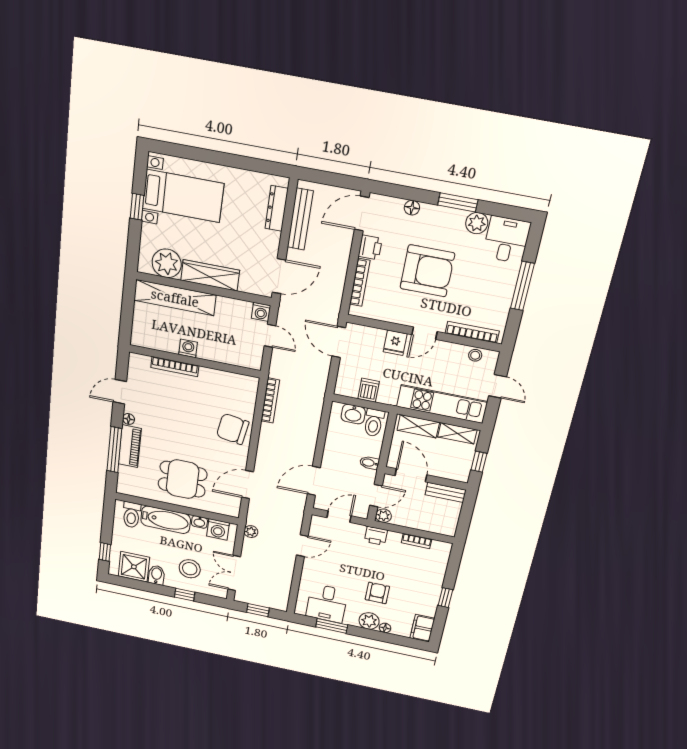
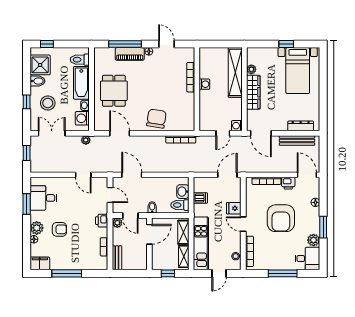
plant: (167, 263) -> (251, 69), width x0.53, depth x0.53
bench: (446, 492) -> (117, 258), moved
window: (445, 598) -> (67, 273), width x2.17

